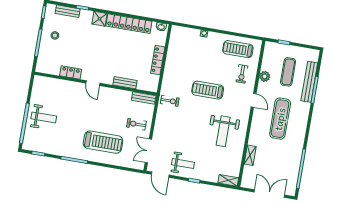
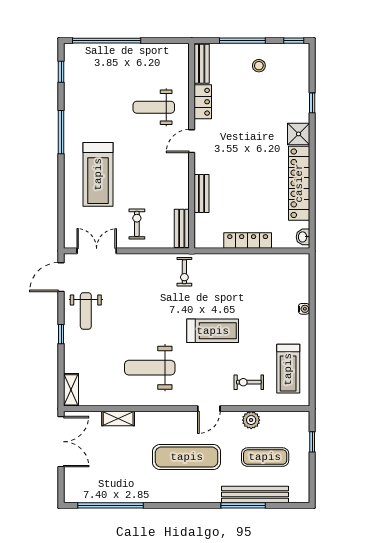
bench: (68, 11) -> (202, 64), moved
treadmill: (238, 49) -> (288, 369), turned 180
treadmill: (208, 90) -> (213, 331), turned 90
weight bench: (44, 117) -> (154, 107), moved, turned 90
double door: (269, 194) -> (61, 442), moved

